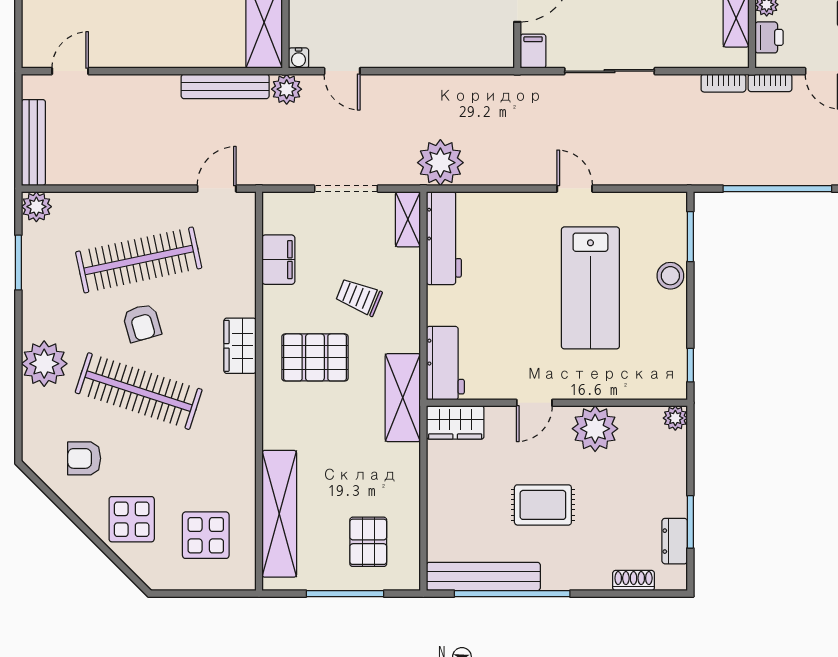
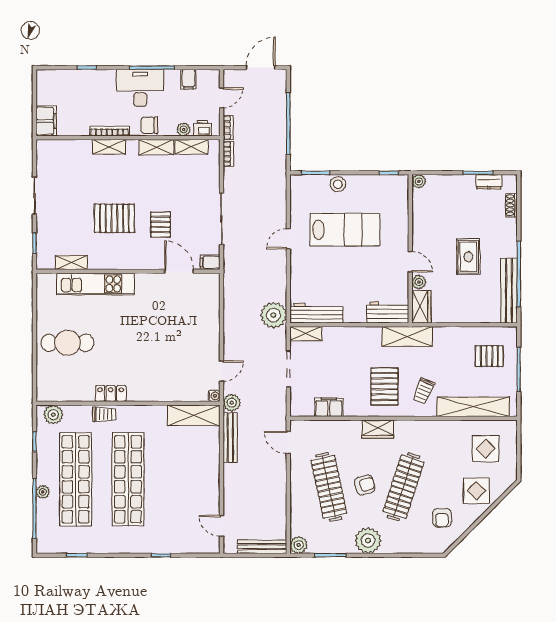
trolley: (359, 297) -> (424, 391), moved
plant: (44, 364) -> (368, 541), moved
plant: (595, 429) -> (419, 282), moved, width x0.53, depth x0.53

